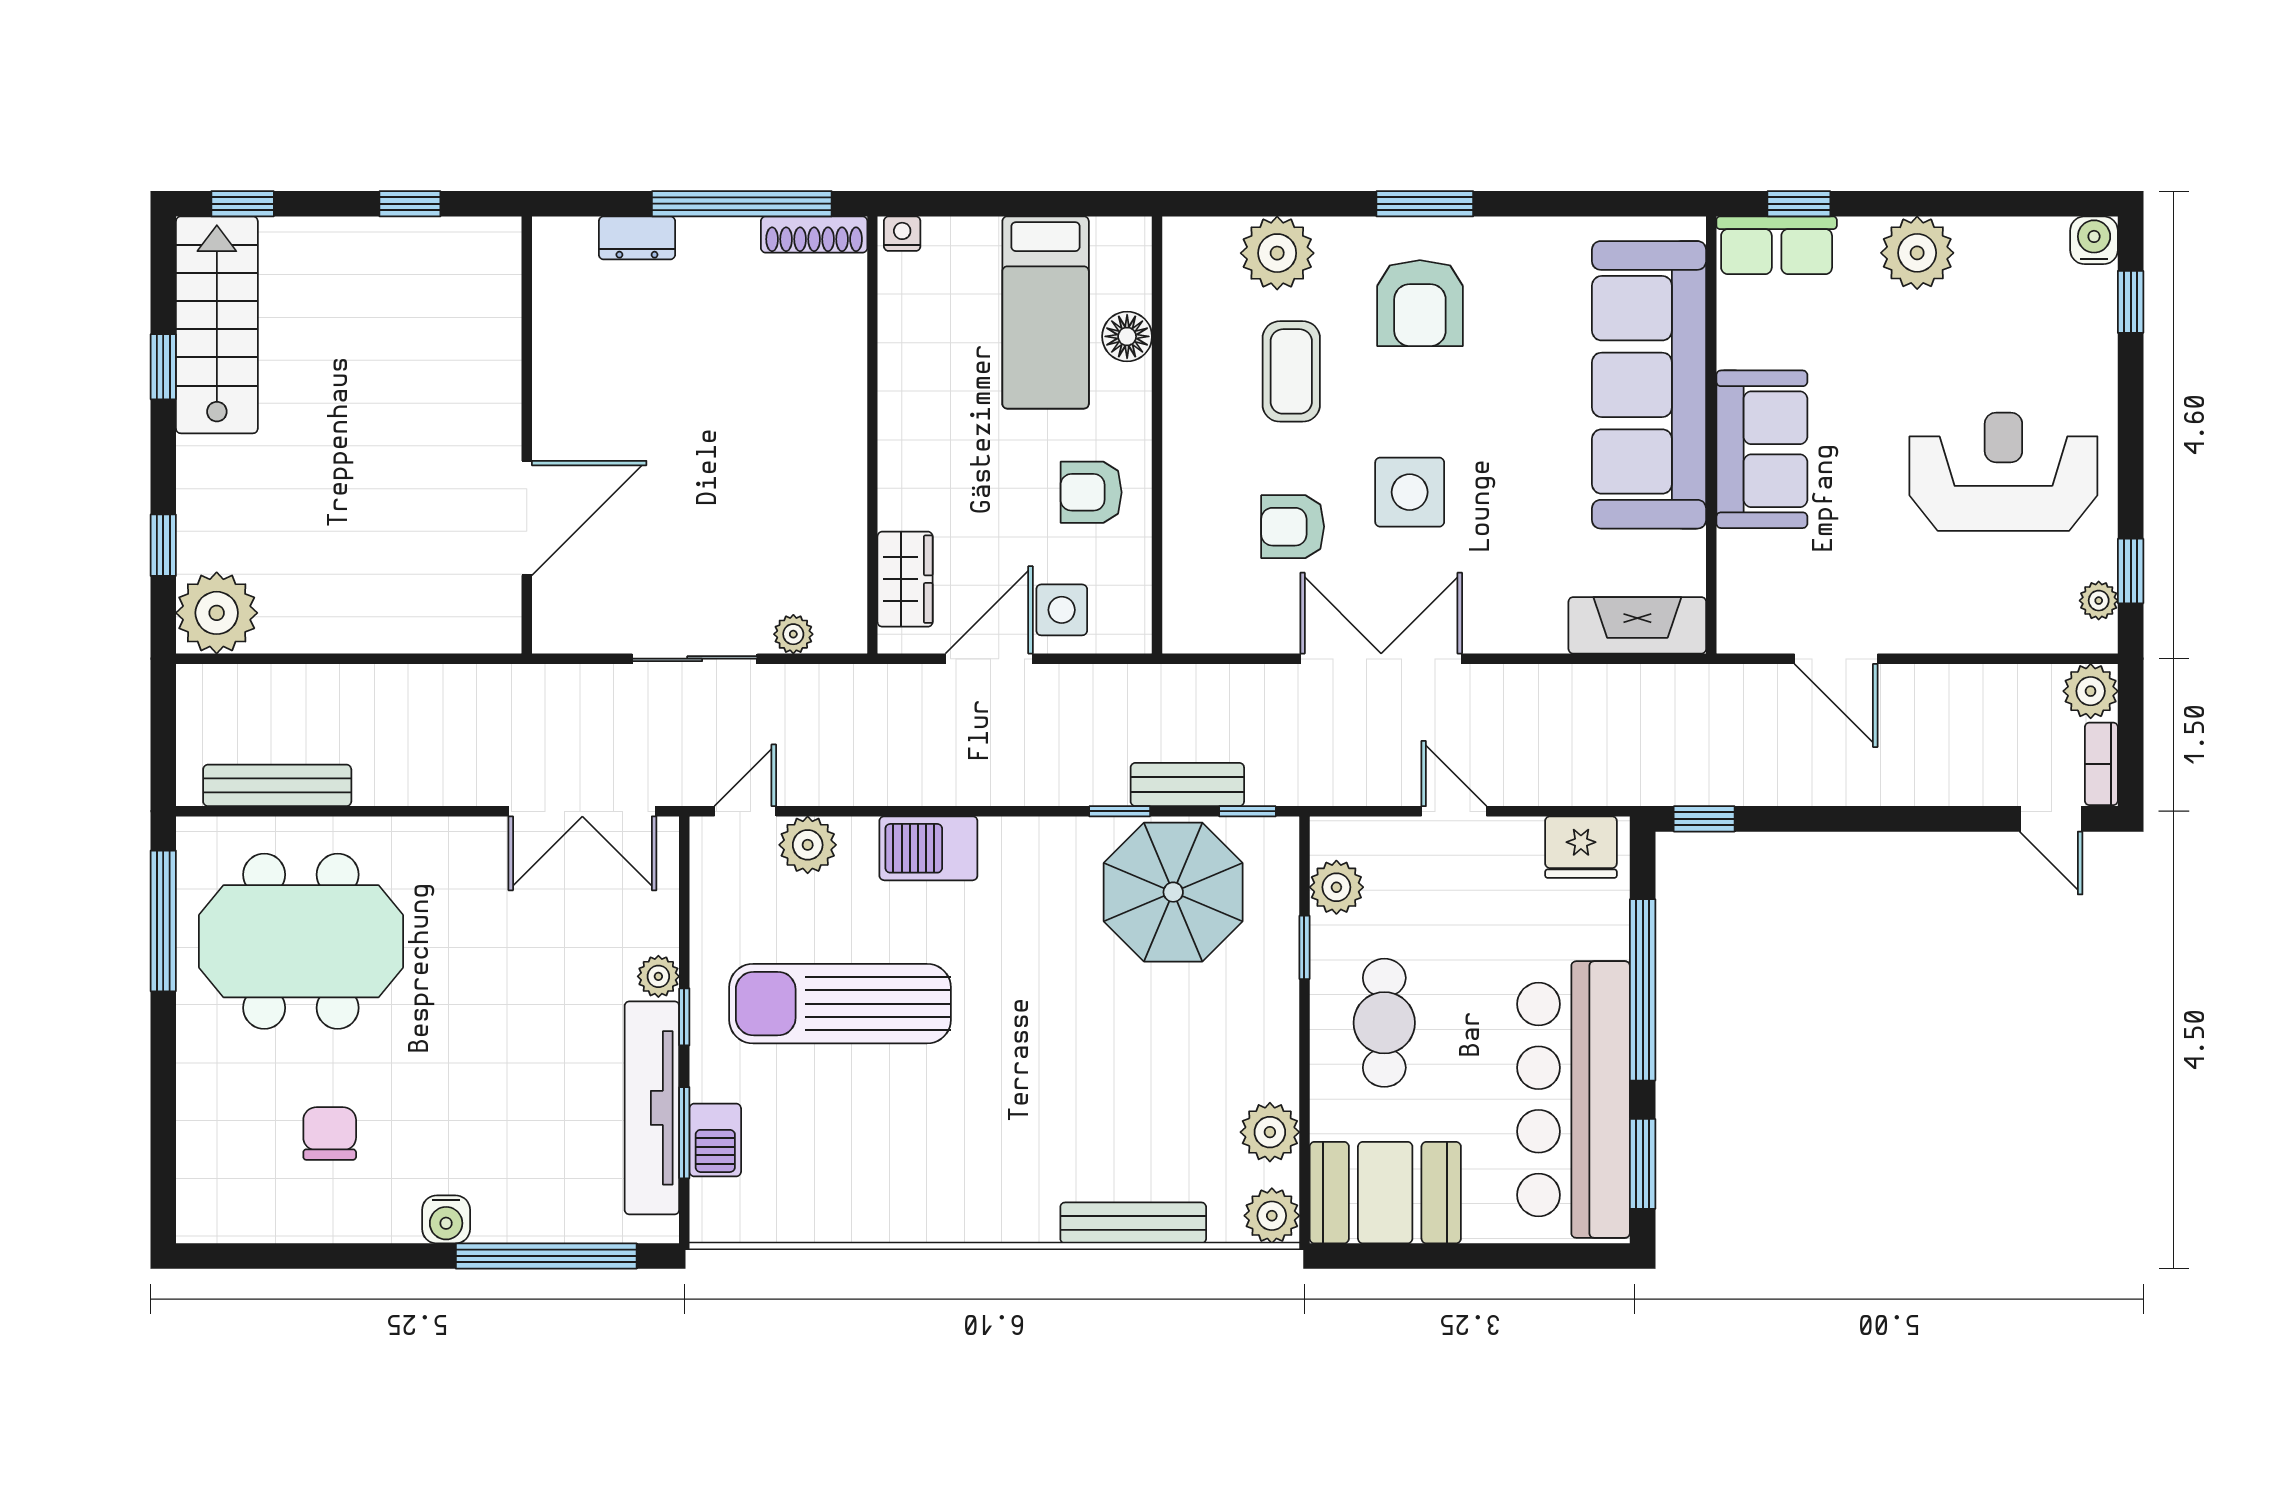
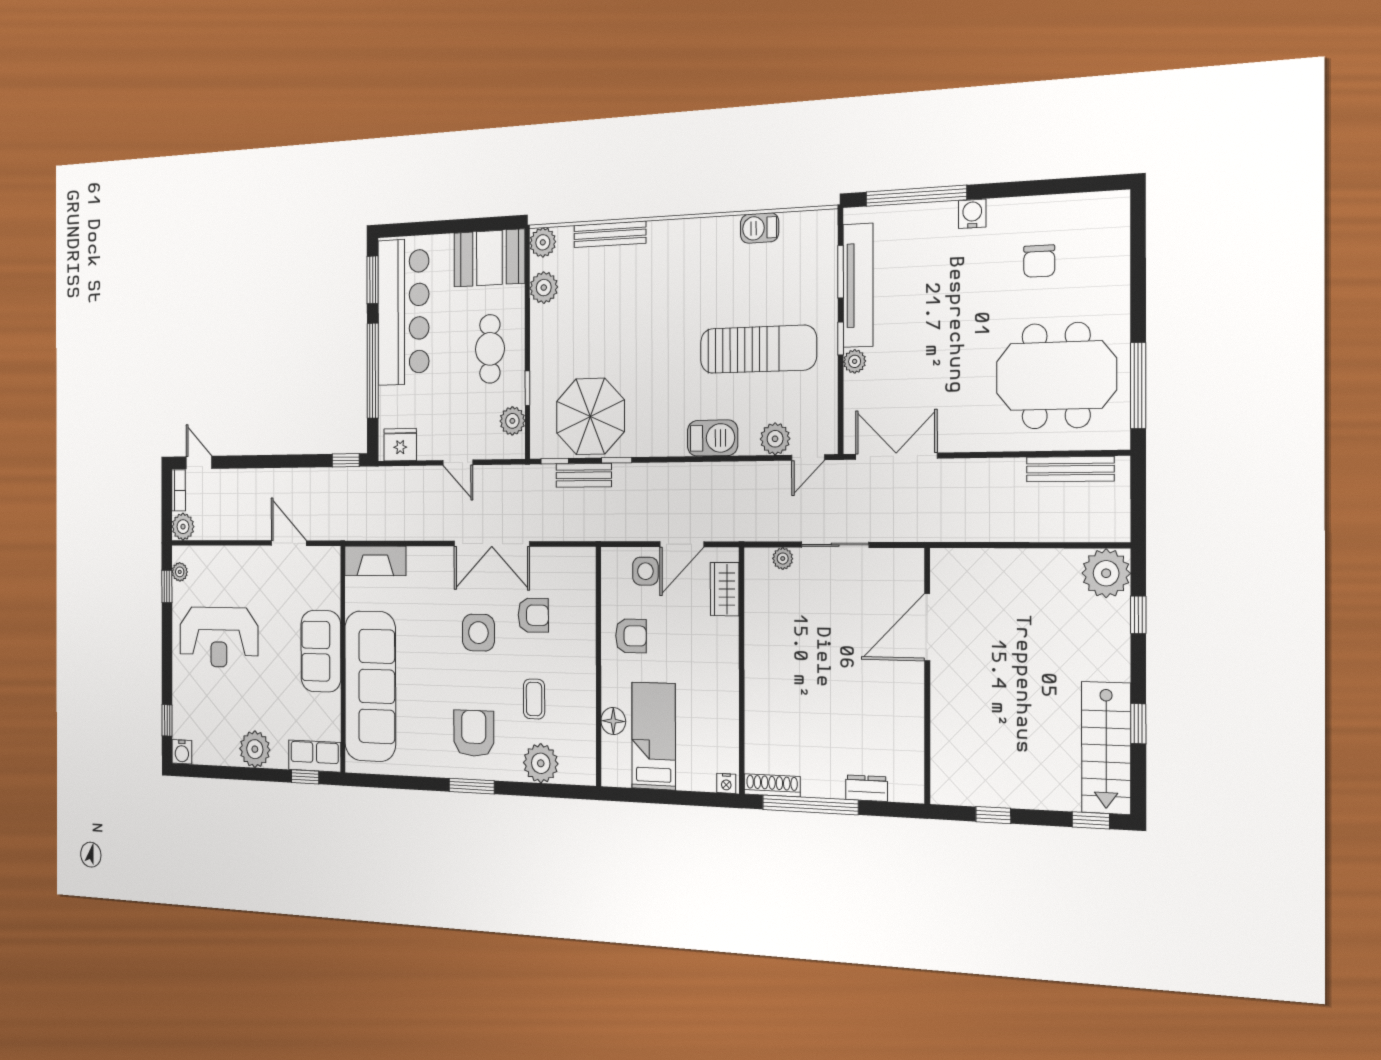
coffee table: (1291, 371) -> (534, 699), width x0.73, depth x0.77
barbecue: (715, 1140) -> (760, 228), moved, turned -90

